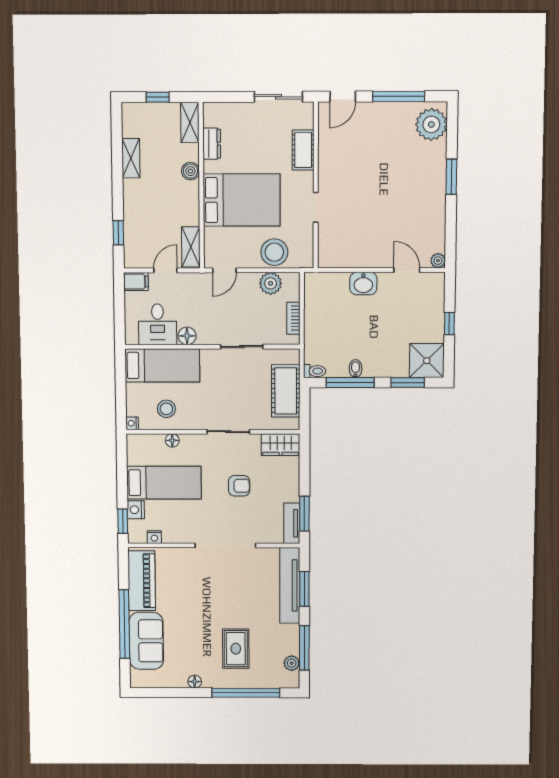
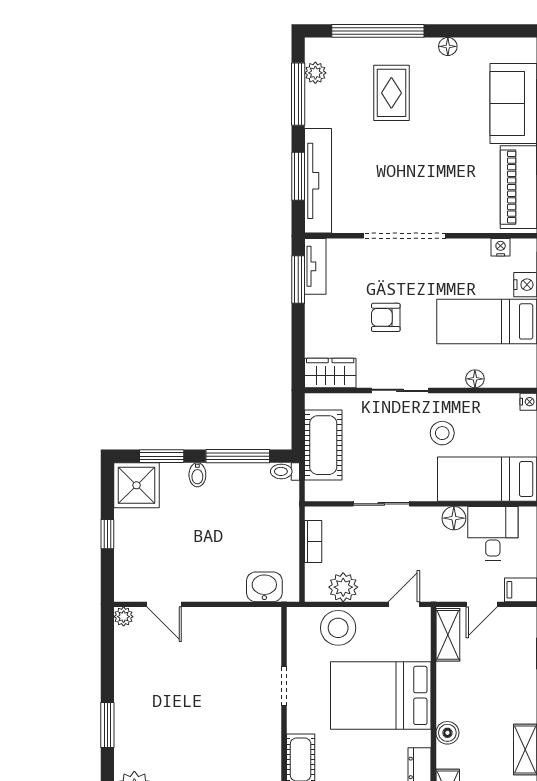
washbasin: (363, 284) -> (264, 587), moved
bidet: (356, 369) -> (197, 475), moved
stool: (166, 409) -> (442, 433), moved

